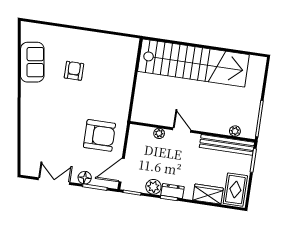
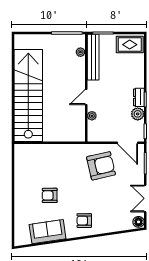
armchair: (39, 107) -> (84, 221), added
armchair: (99, 135) -> (101, 166), turned 77
floor lamp: (85, 178) -> (138, 222), moved
wardrobe: (208, 194) -> (137, 67), removed

